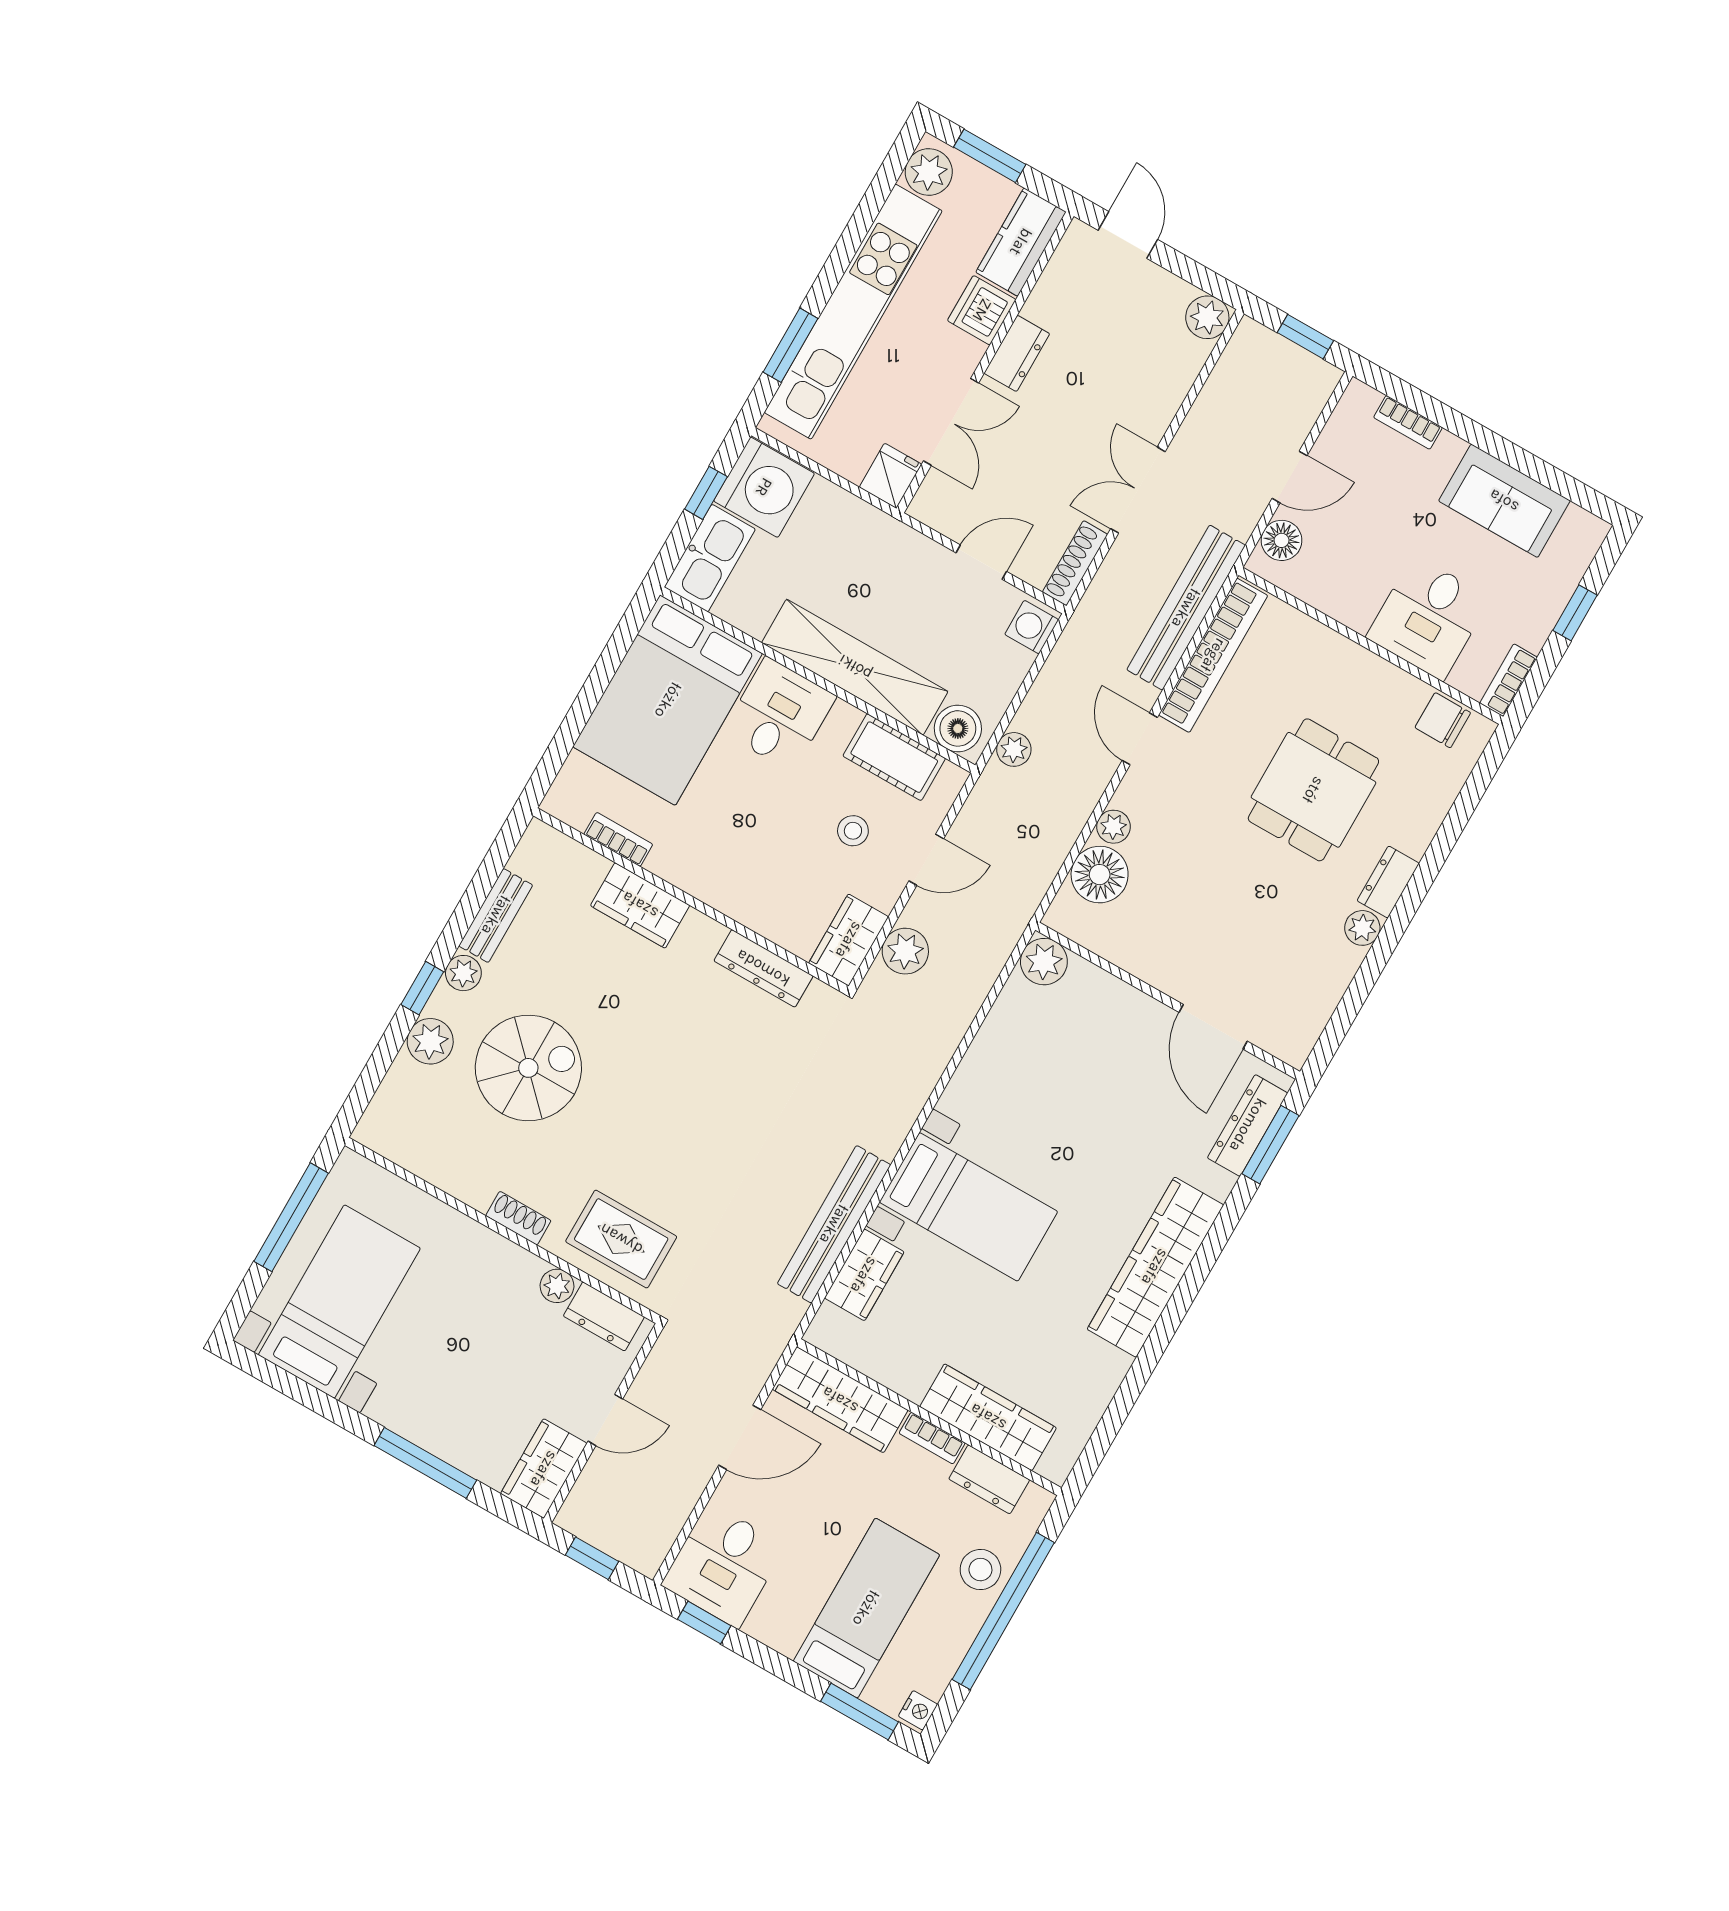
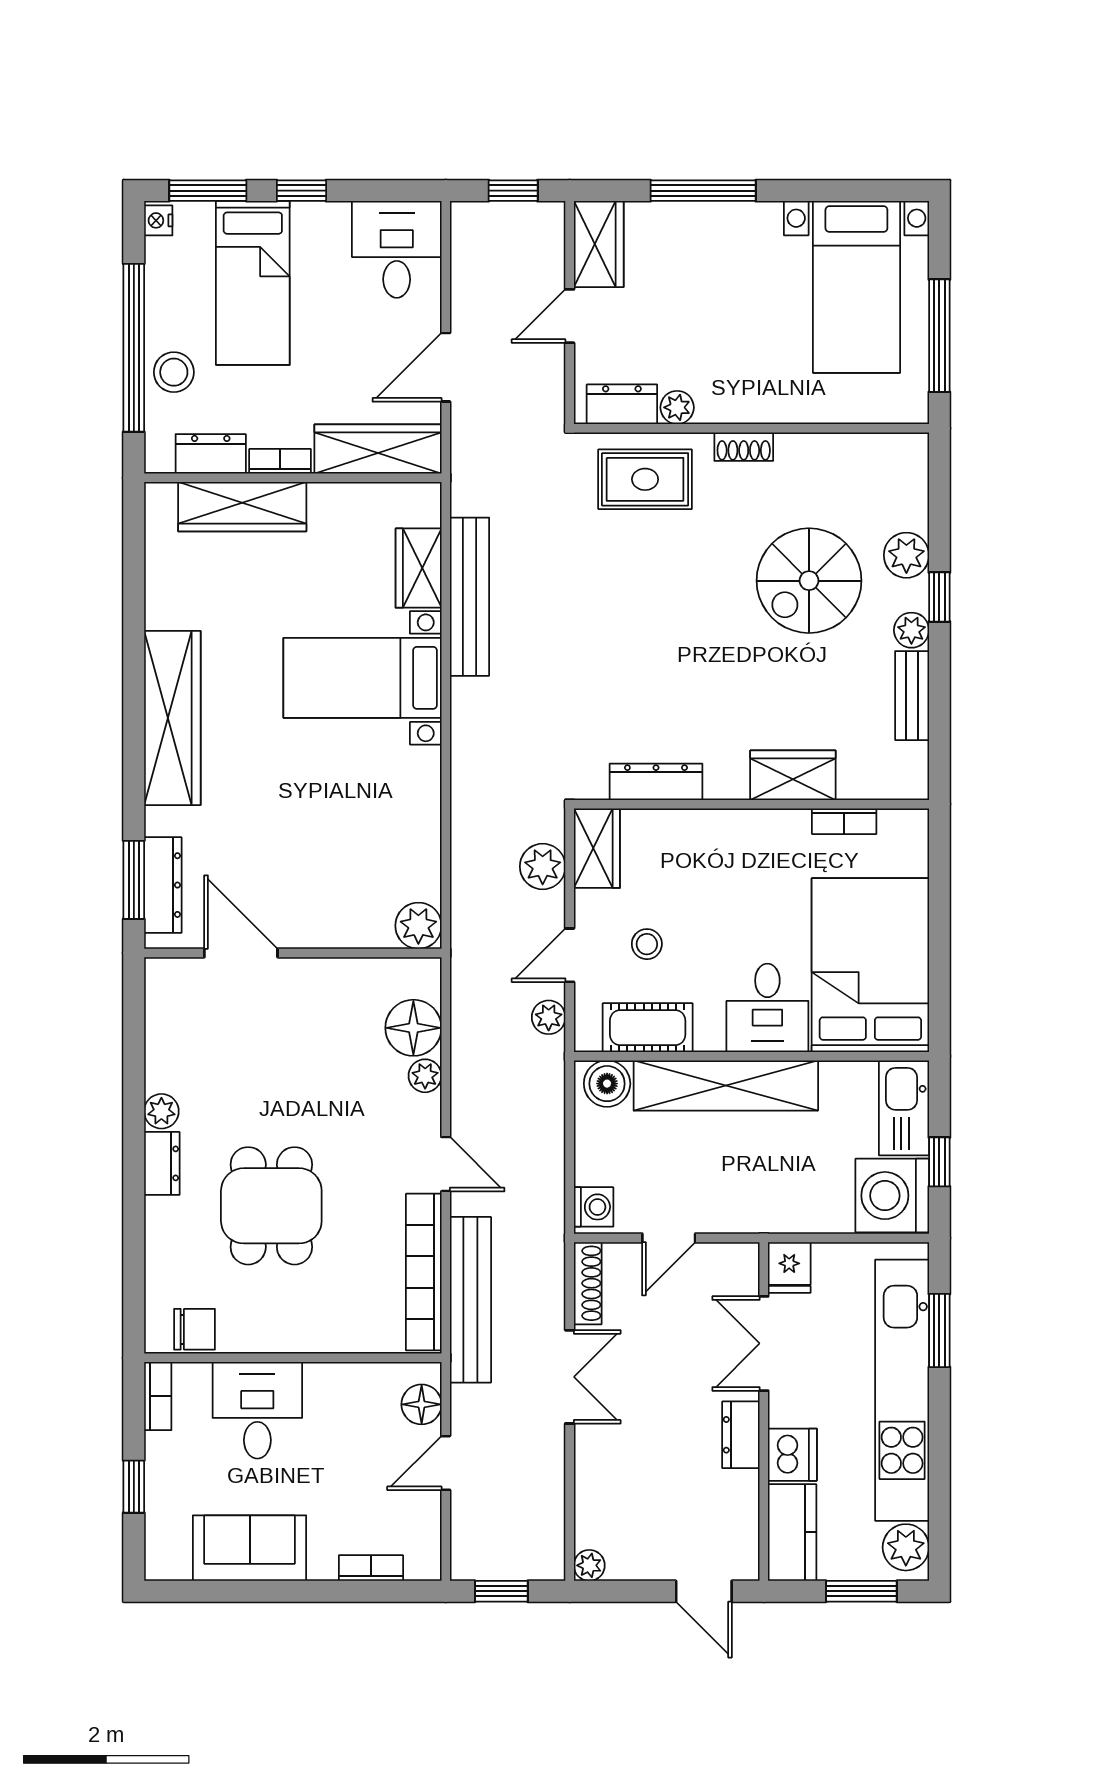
plant: (1207, 317) -> (589, 1565), width x0.73, depth x0.73
plant: (1014, 749) -> (549, 1017), moved
window: (704, 1623) -> (301, 191), moved

